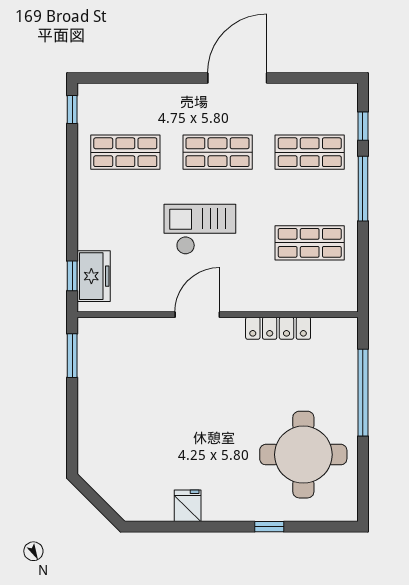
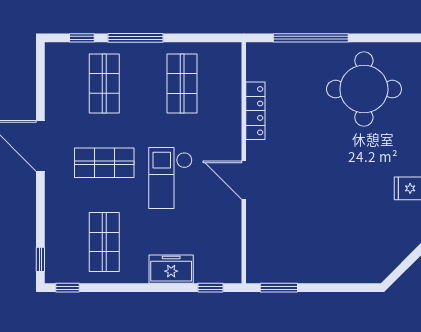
window: (105, 78) -> (40, 259), added
shop shelf: (218, 152) -> (104, 163), turned 90
freezer: (94, 276) -> (171, 269), moved

